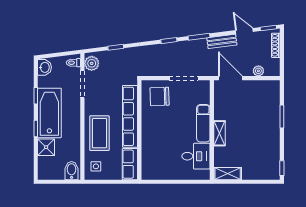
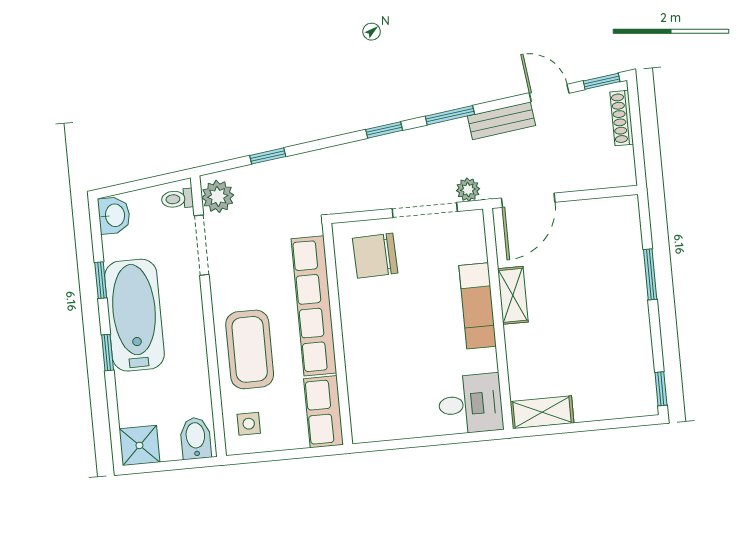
plant: (258, 71) -> (468, 190), moved
door: (230, 78) -> (528, 200), swing flipped
shelving: (220, 133) -> (513, 295), moved
shower: (46, 147) -> (139, 445), moved
desk: (196, 156) -> (470, 404), moved

